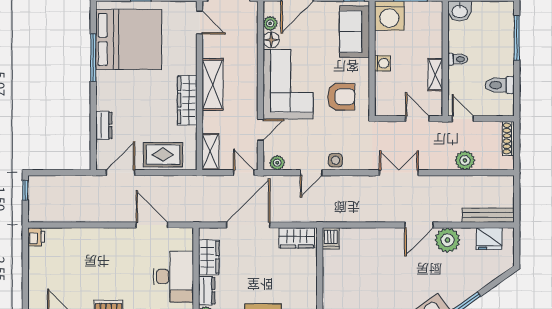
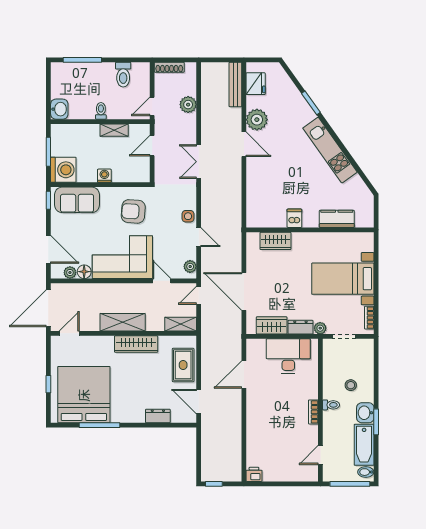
armchair: (341, 97) -> (133, 211), turned -86
wardrobe: (297, 238) -> (275, 241), moved, turned 90
dishwasher: (331, 238) -> (294, 218), moved, turned -90

